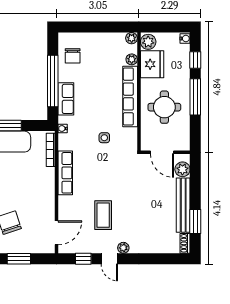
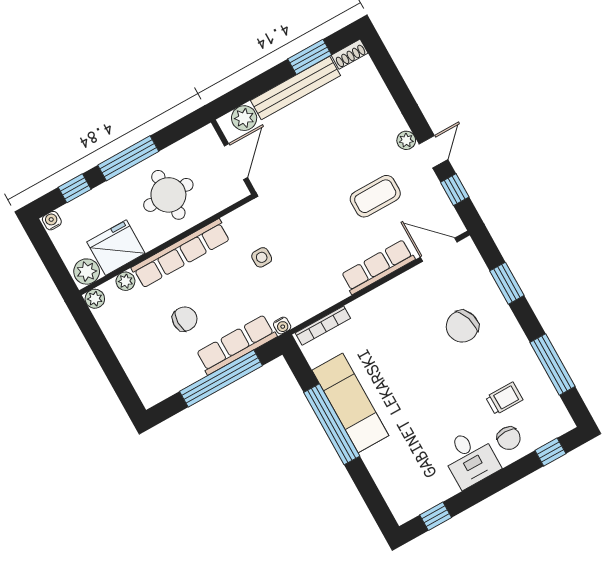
chair: (73, 56) -> (185, 319), moved
row of seats: (66, 99) -> (236, 345), width x1.48
row of seats: (65, 173) -> (378, 267), moved

